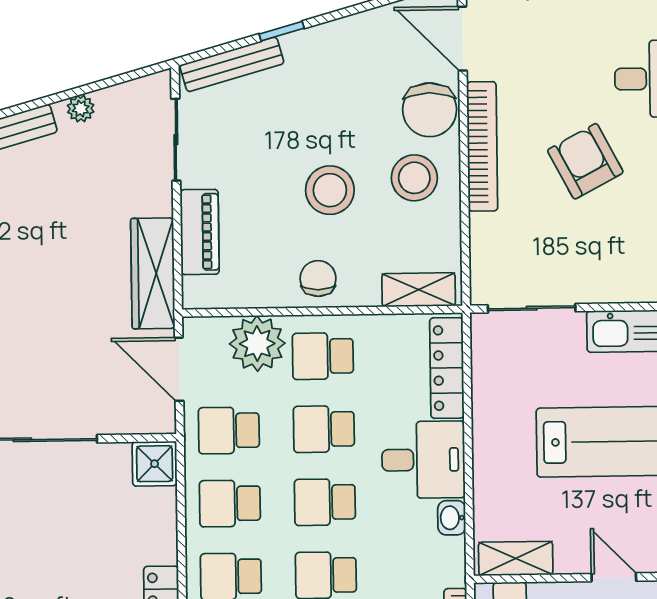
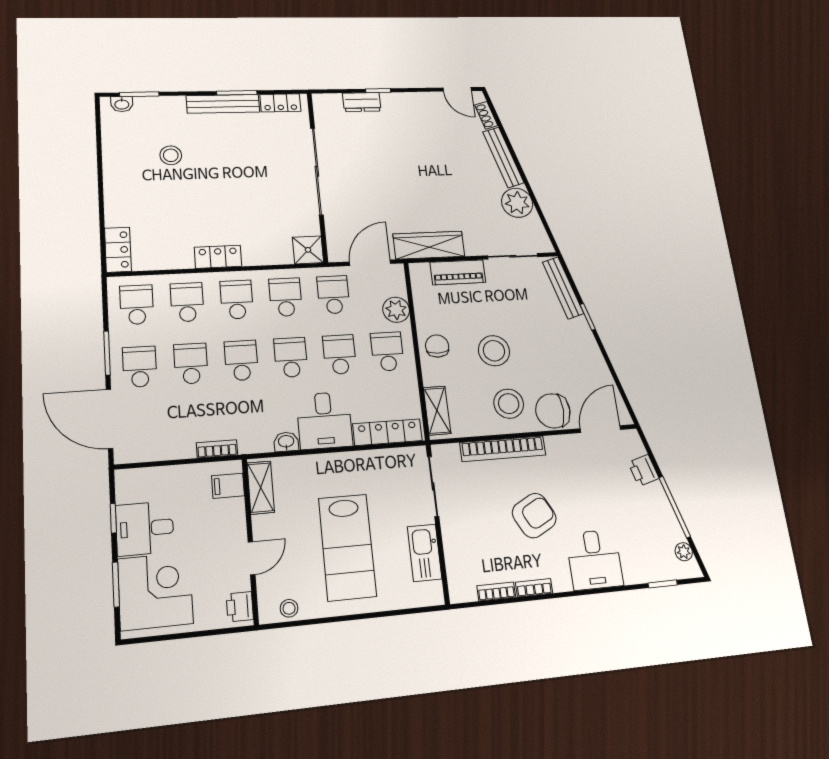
plant: (81, 109) -> (517, 203), width x1.88, depth x1.88
bookcase: (482, 146) -> (503, 449), moved
chair: (318, 278) -> (437, 346), turned -90
plant: (257, 344) -> (396, 310), width x0.73, depth x0.73

